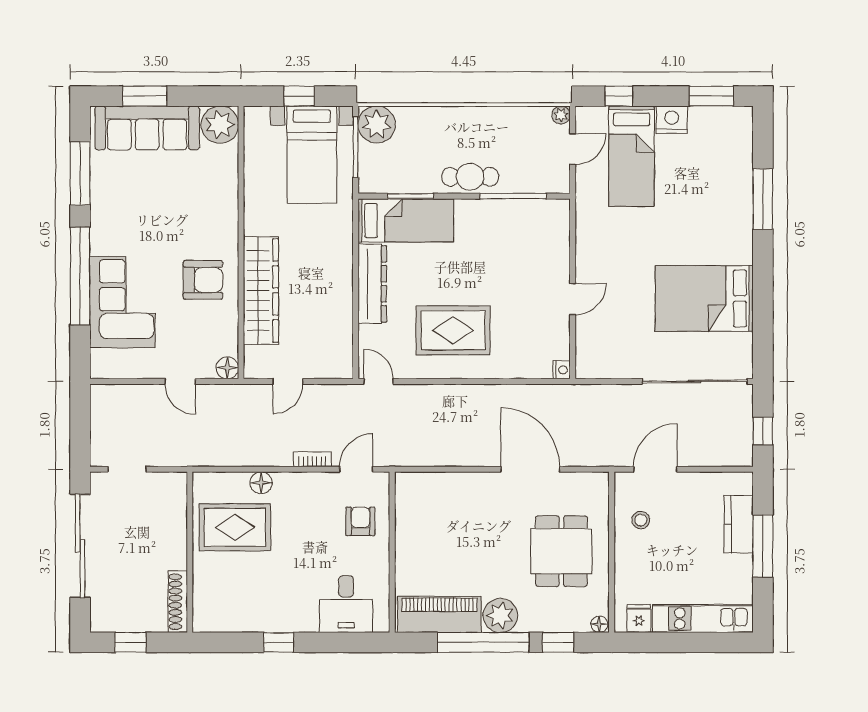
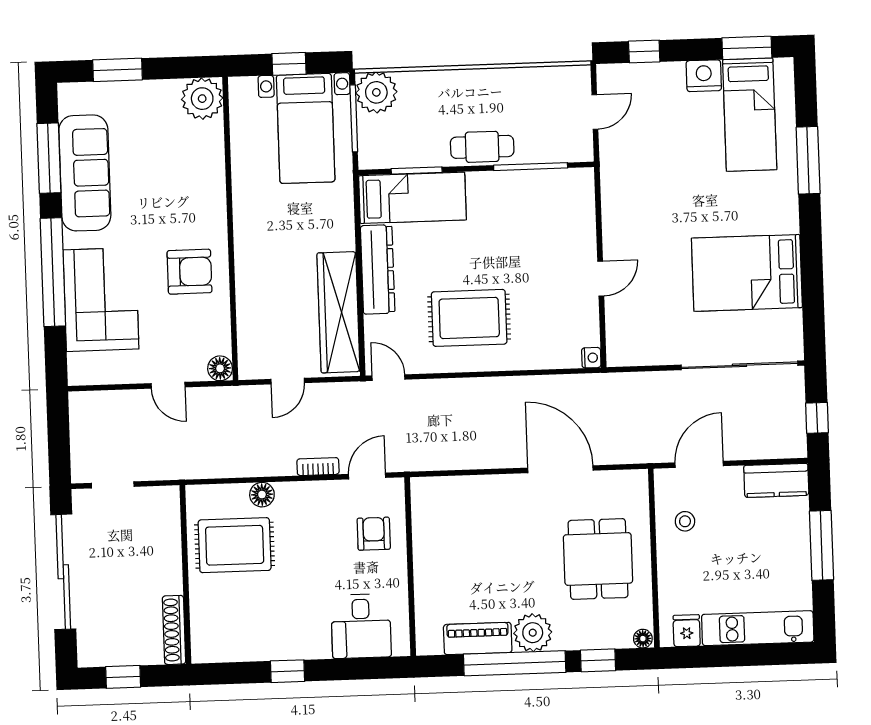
plant: (561, 115) -> (581, 75), removed
sofa: (147, 128) -> (85, 173), moved, turned -90
bed: (632, 156) -> (750, 115), moved
wardrobe: (261, 290) -> (338, 312), moved, turned 180
kitchen counter: (739, 524) -> (776, 480), moved, turned -90
piano: (440, 615) -> (478, 639), width x0.73, depth x0.75

